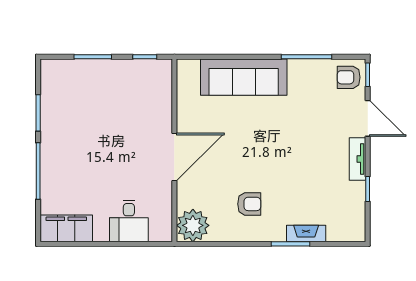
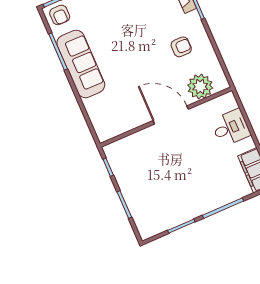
sofa: (244, 77) -> (81, 64), moved
armchair: (249, 204) -> (181, 47), turned 90
plant: (193, 225) -> (200, 87), moved

